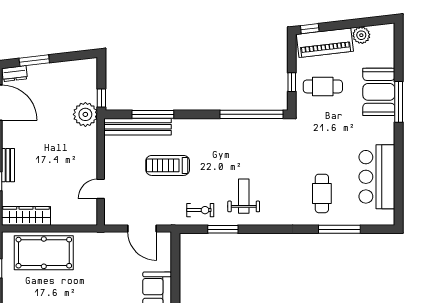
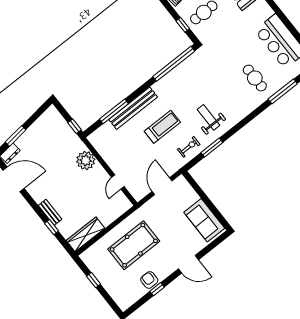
plant: (85, 114) -> (86, 160), moved
bench: (137, 127) -> (133, 108), moved
treadmill: (168, 165) -> (162, 127), moved, turned 180
door: (142, 228) -> (162, 186), swing flipped
pool table: (44, 253) -> (134, 245), moved

